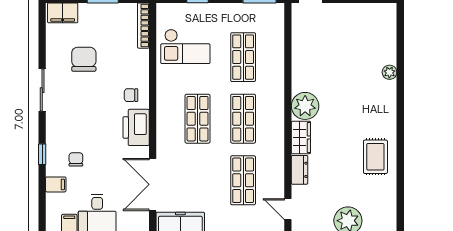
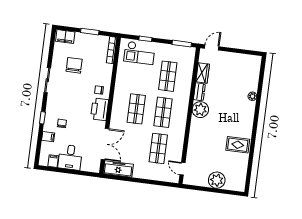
checkout: (185, 46) -> (139, 53), moved
wardrobe: (301, 137) -> (203, 73), moved
rug: (375, 157) -> (238, 145), turned 90
dresser: (300, 170) -> (199, 92), moved
double door: (153, 184) -> (105, 144), swing flipped

